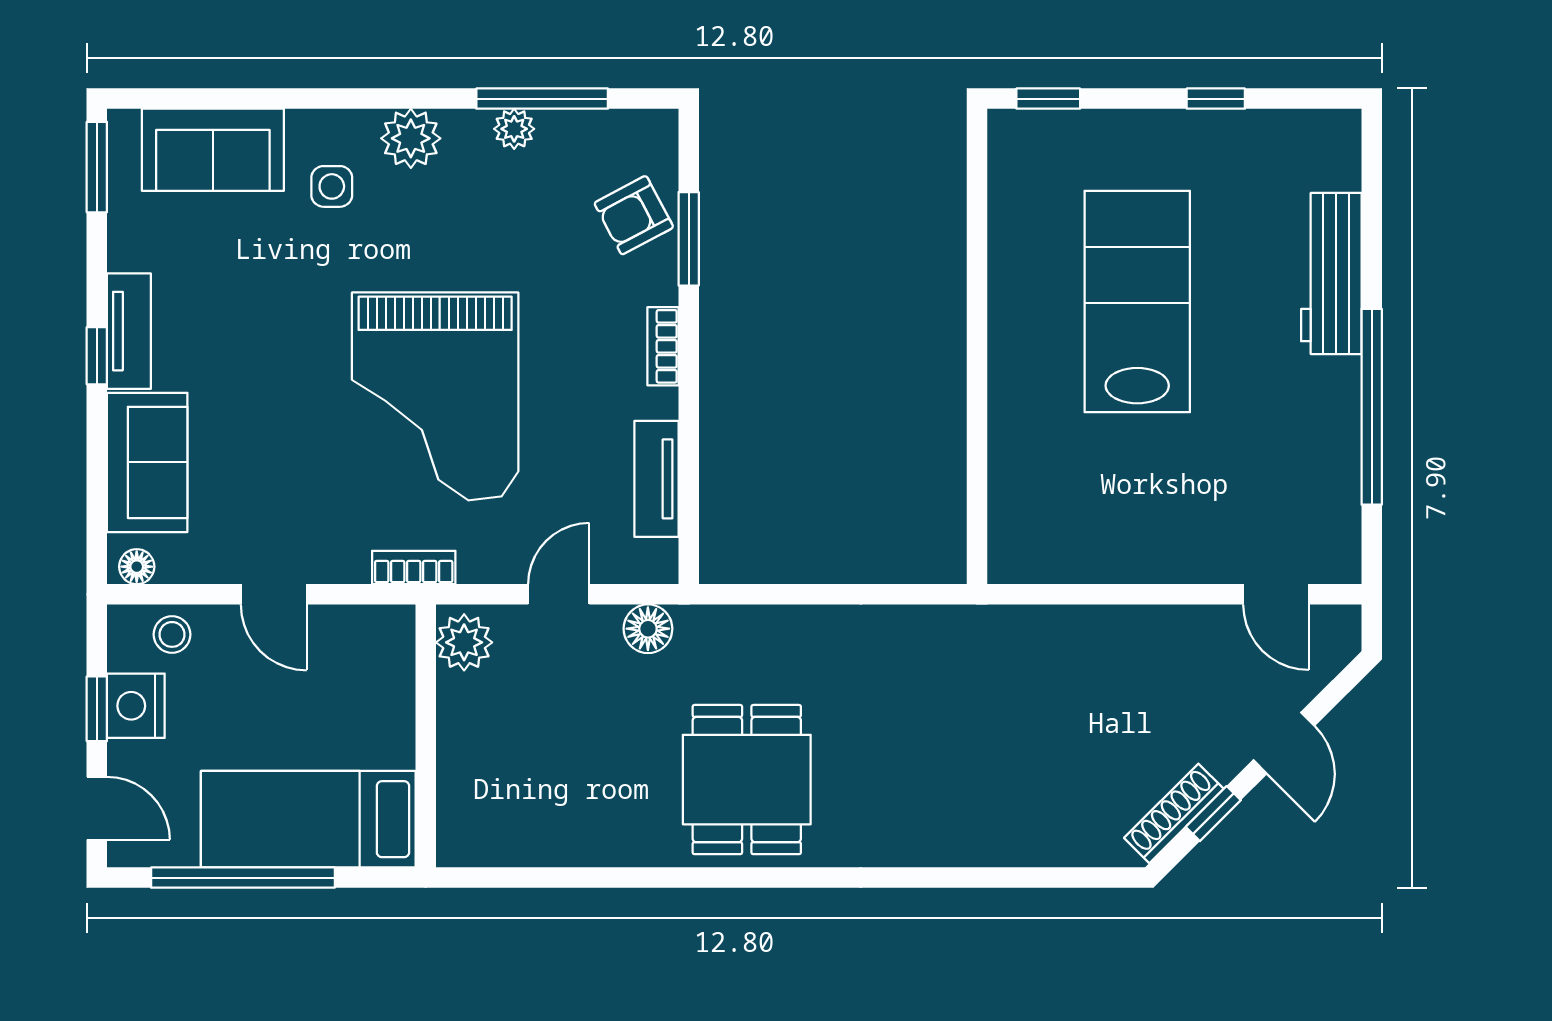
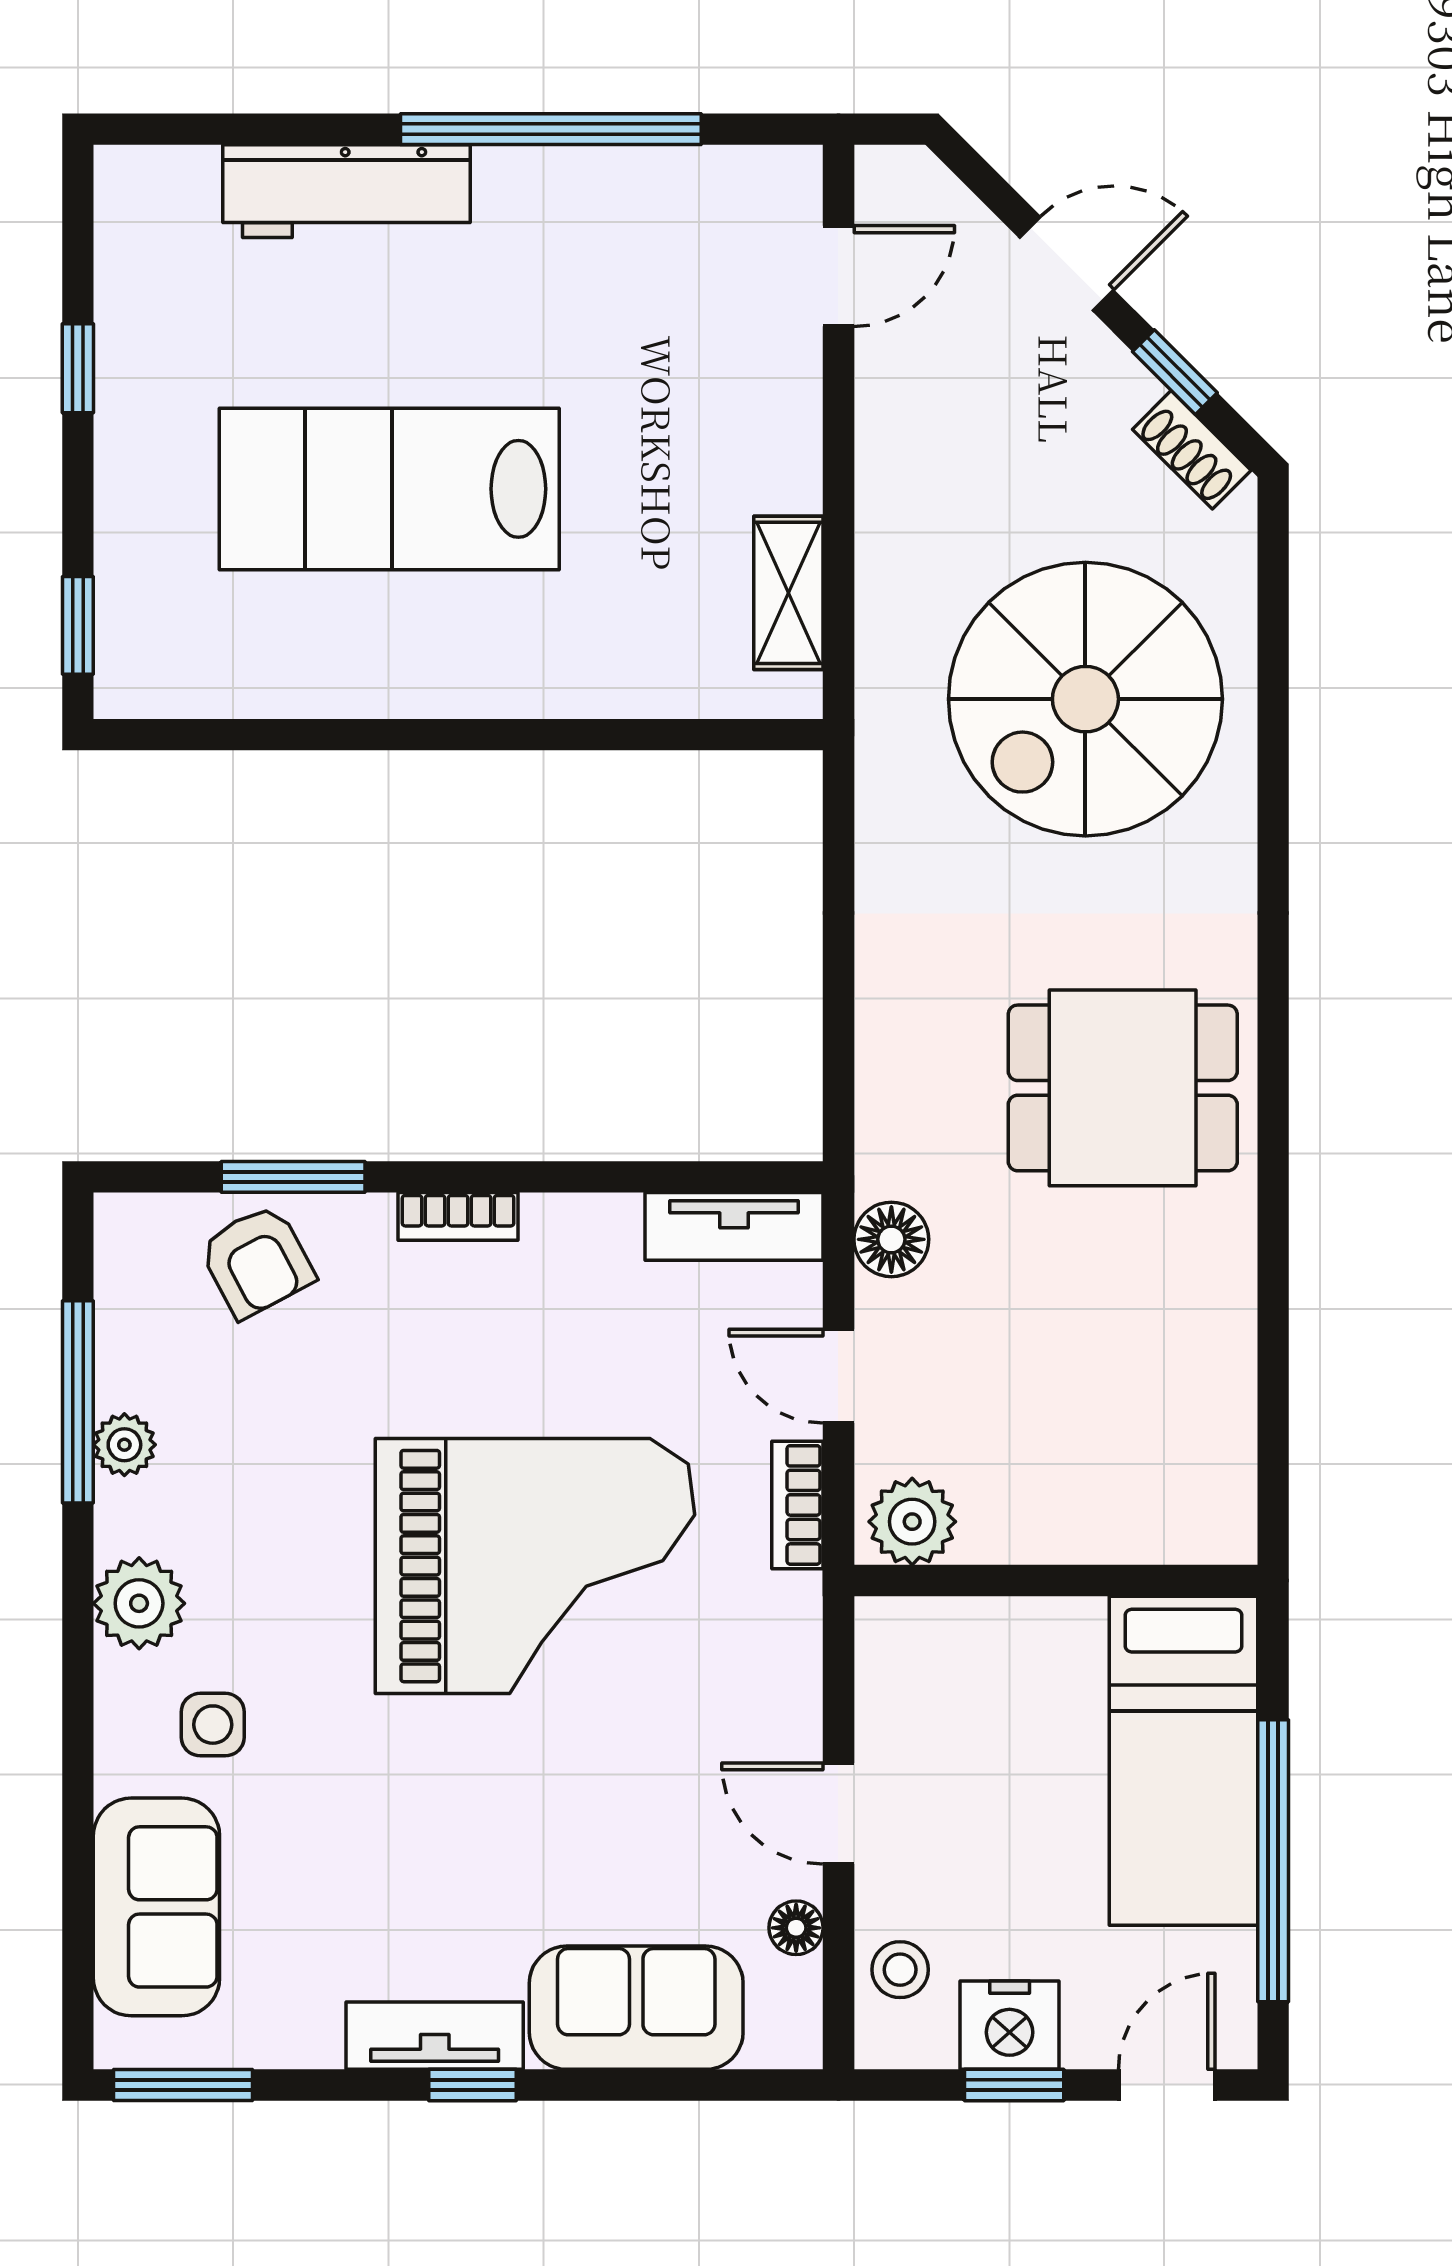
tv unit: (656, 479) -> (734, 1226), moved
shelving: (1069, 562) -> (788, 593), added
floor lamp: (137, 567) -> (796, 1928), moved
bookcase: (414, 568) -> (797, 1505), moved
door: (274, 594) -> (838, 1814), swing flipped
spiral stairs: (1000, 755) -> (1085, 699), added
shoe rack: (1174, 813) -> (1192, 450), width x0.70

